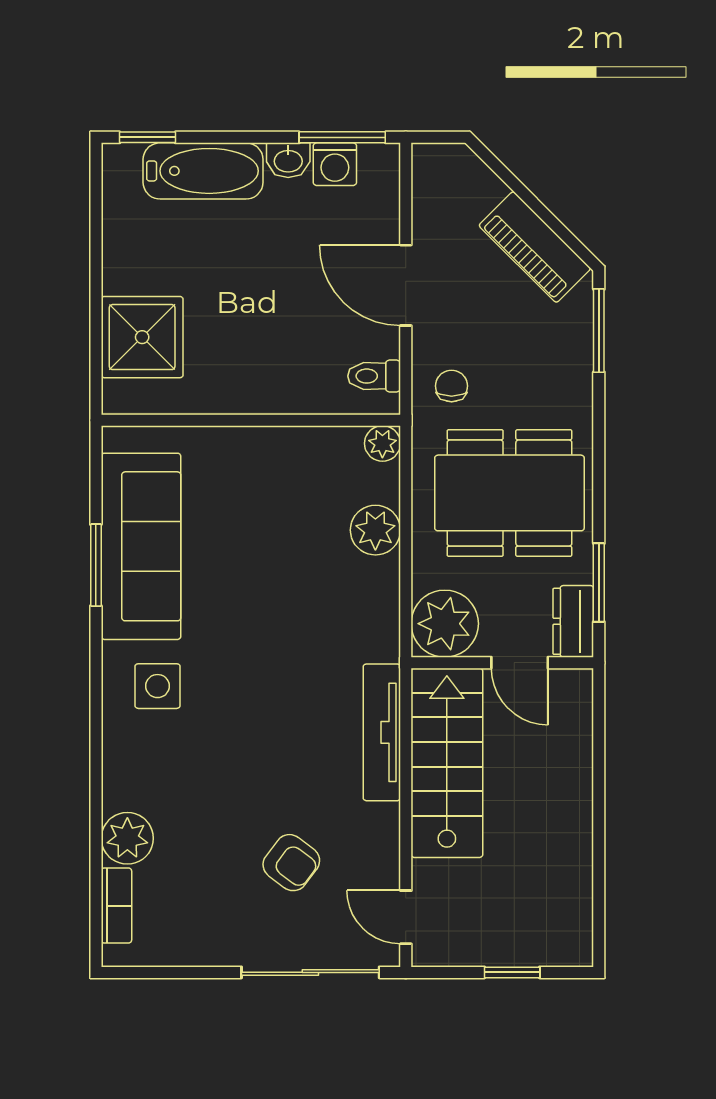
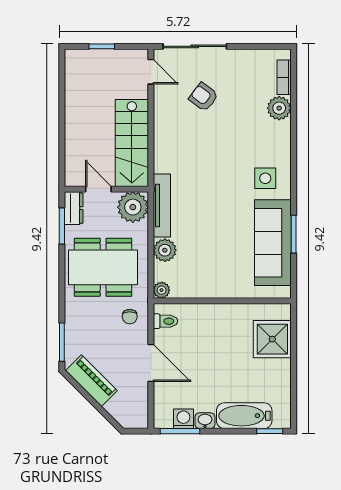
tv unit: (382, 732) -> (162, 205), moved

